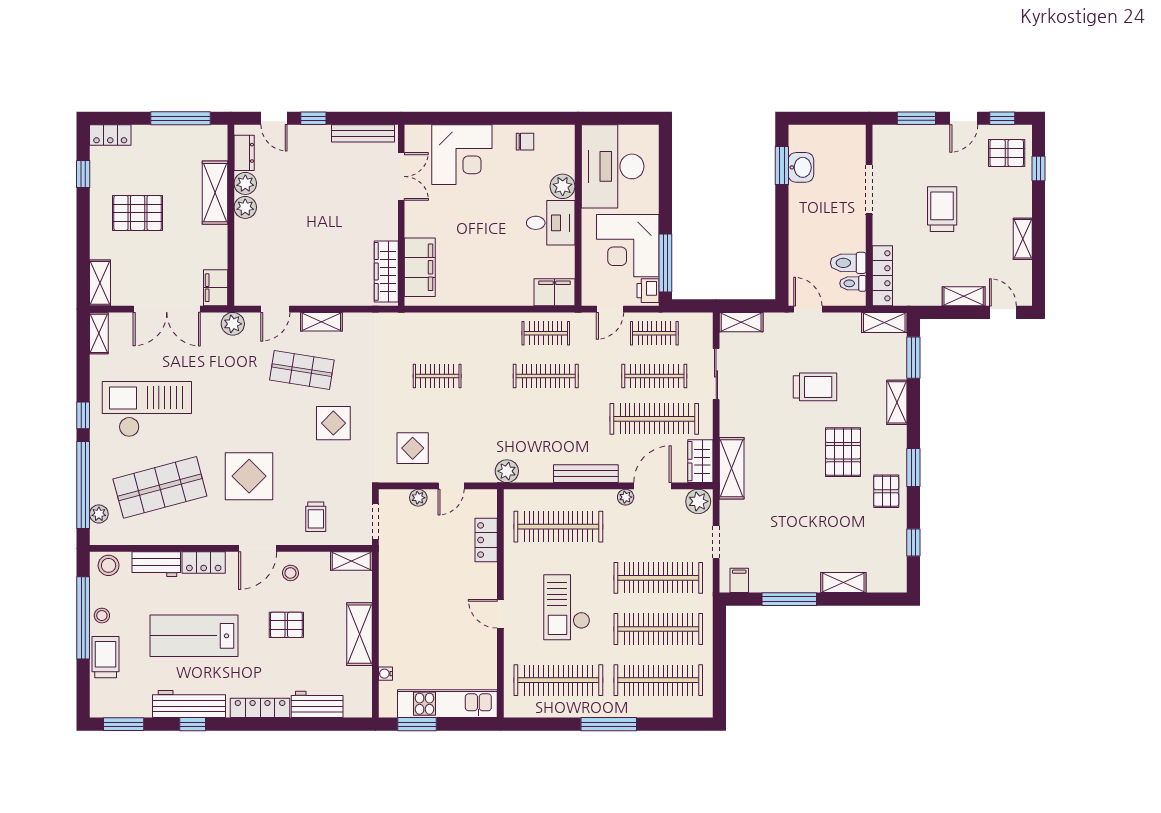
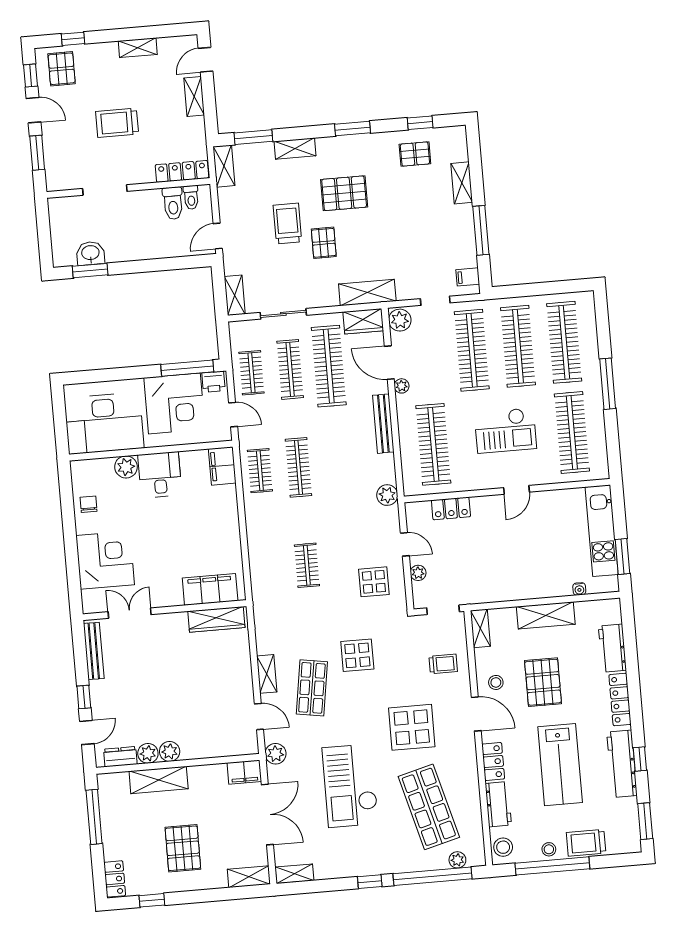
checkout: (147, 409) -> (350, 786), moved
pallet: (790, 425) -> (324, 243), added
pallet: (886, 491) -> (415, 154), moved
pallet: (286, 625) -> (543, 682), width x1.50, depth x1.42

